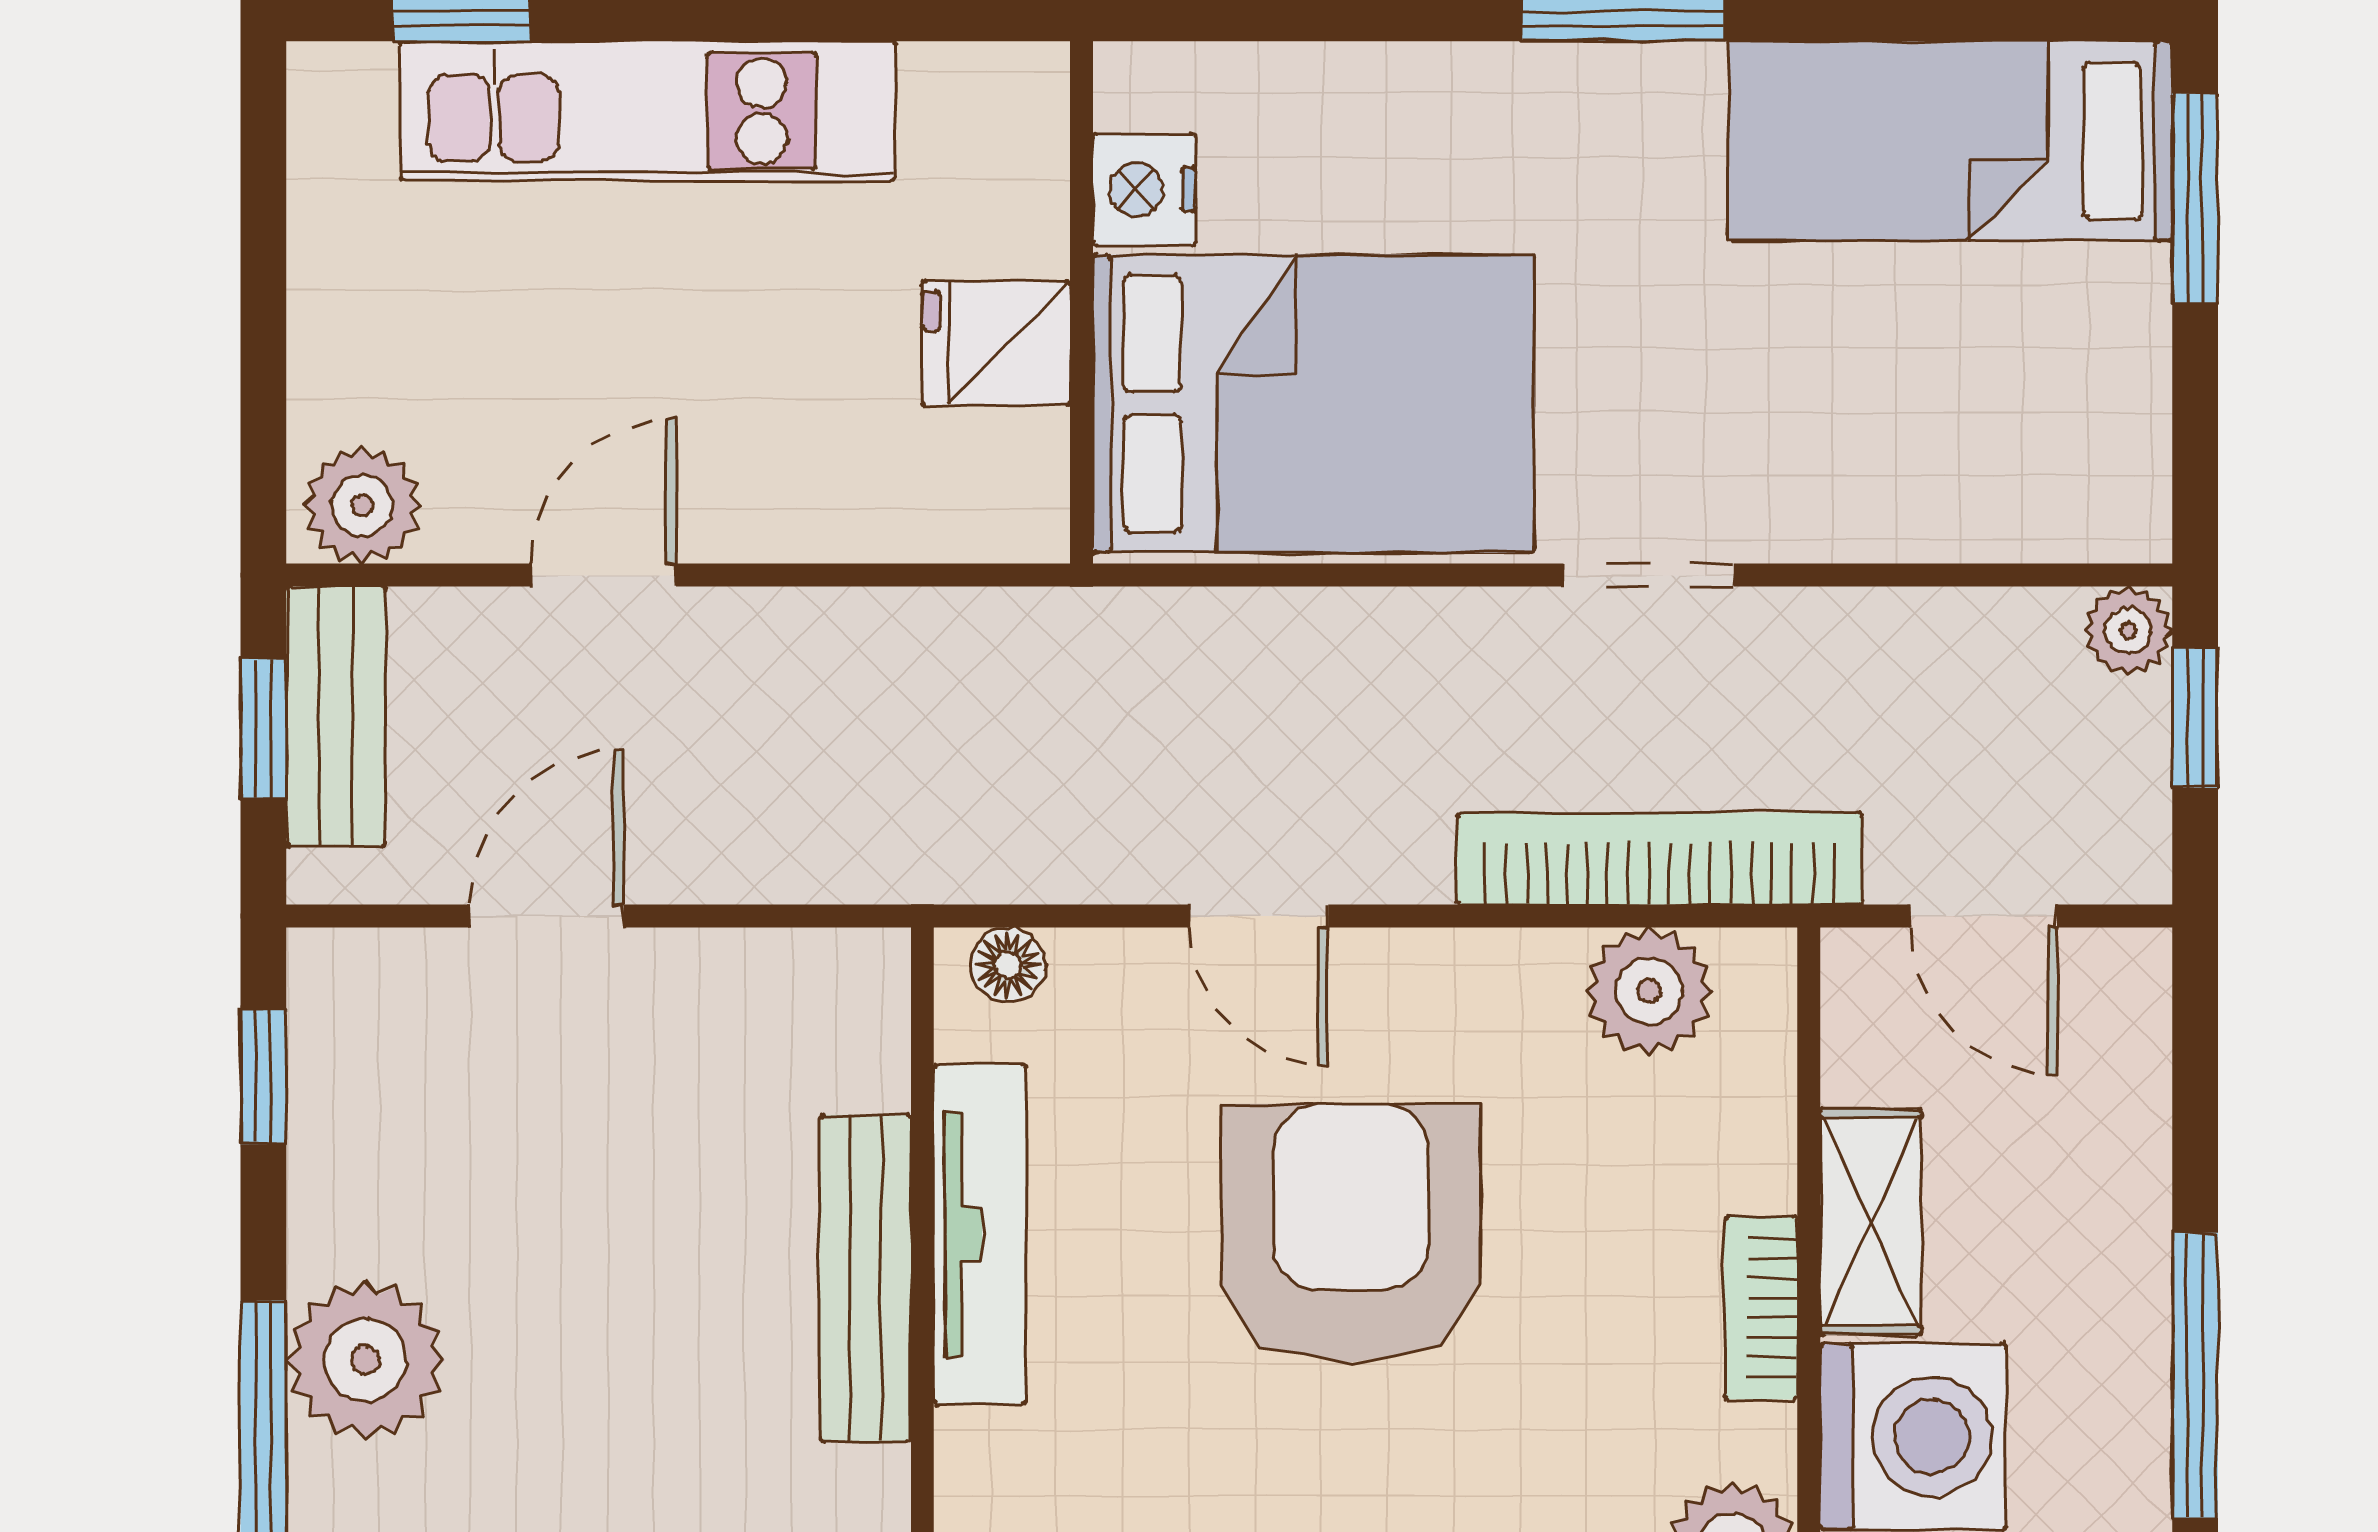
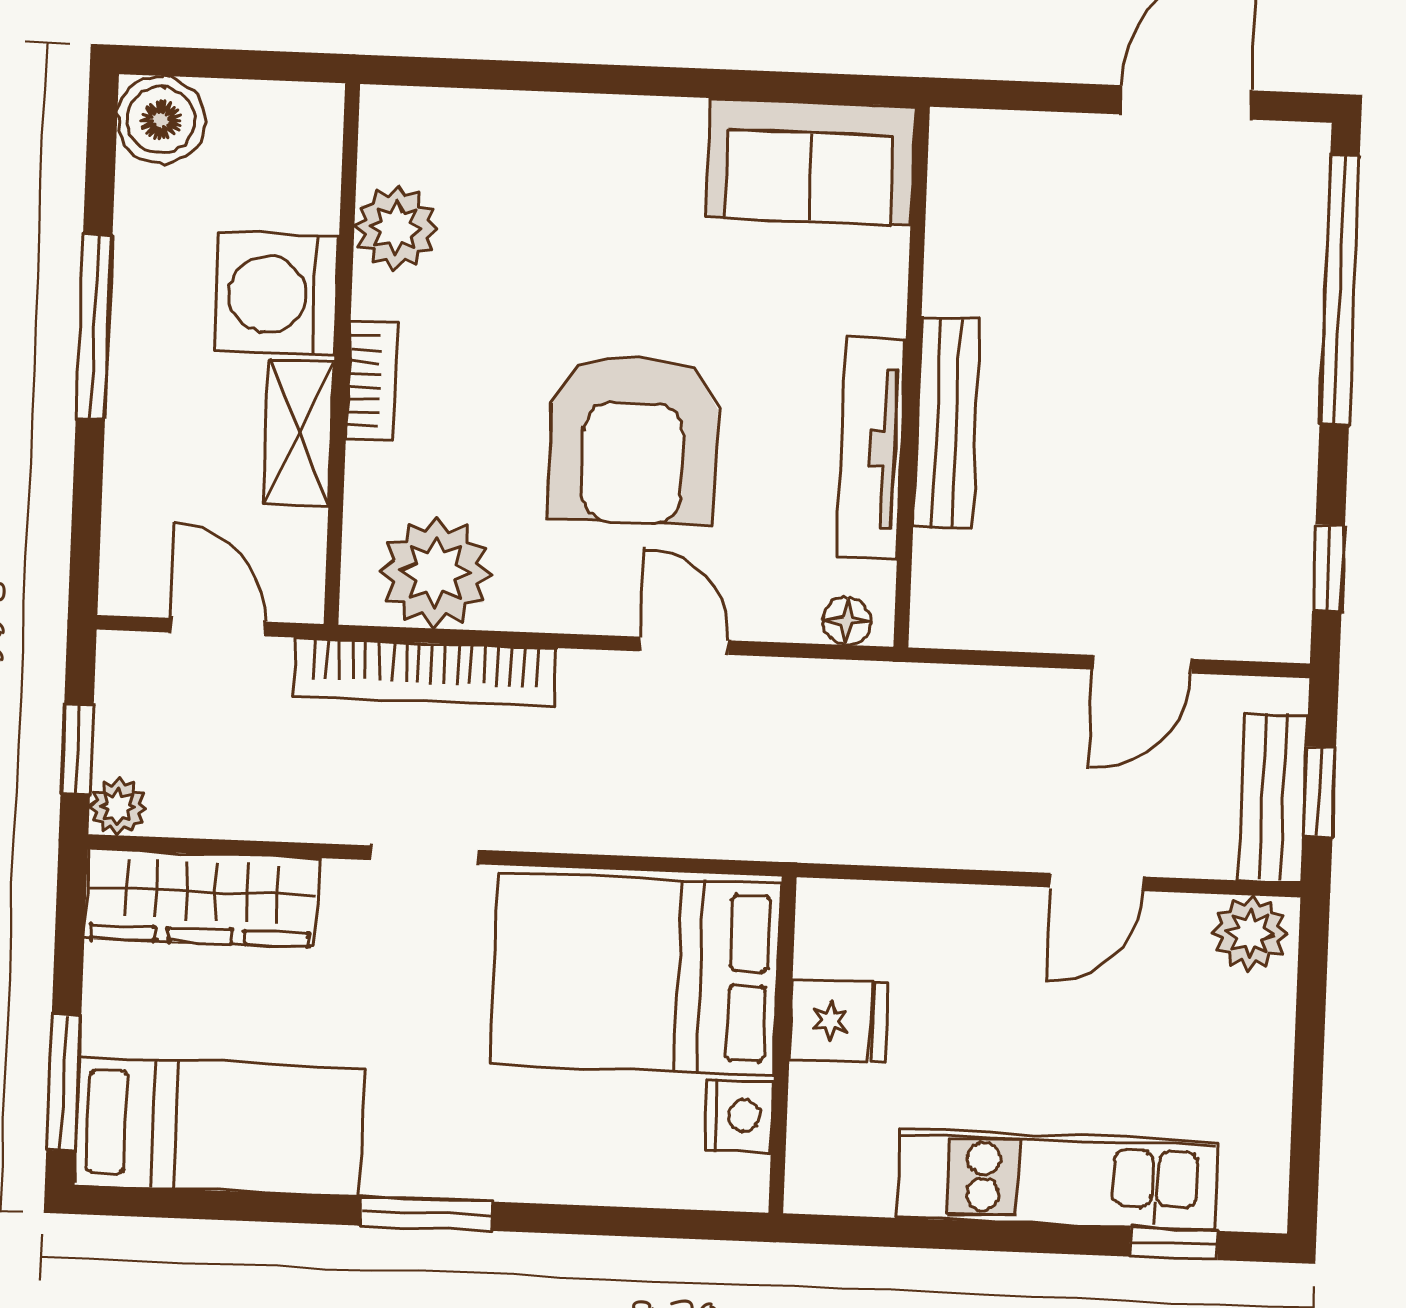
wardrobe: (1993, 494) -> (201, 898), added
plant: (1649, 991) -> (436, 573), width x1.36, depth x1.36
plant: (365, 1360) -> (1270, 383), removed

